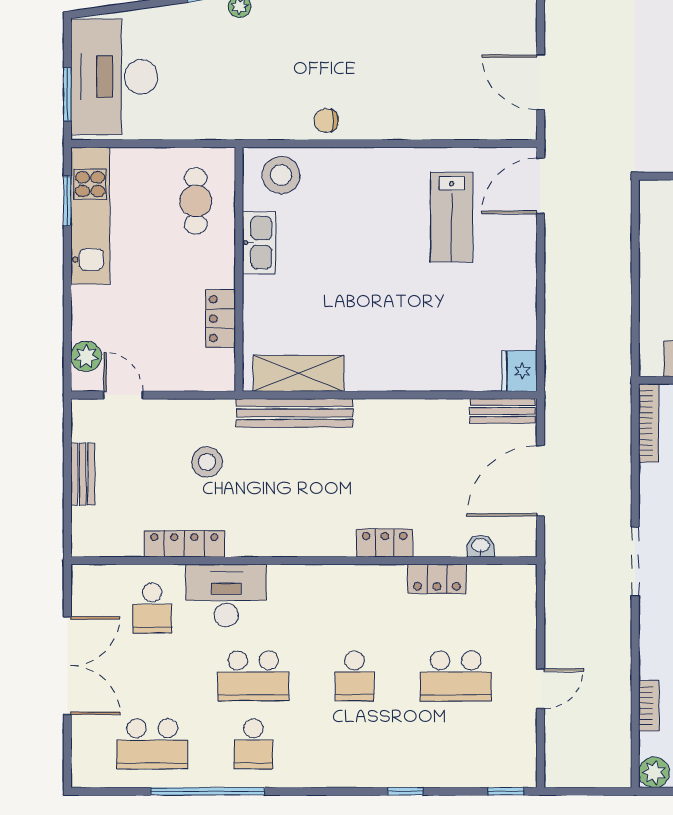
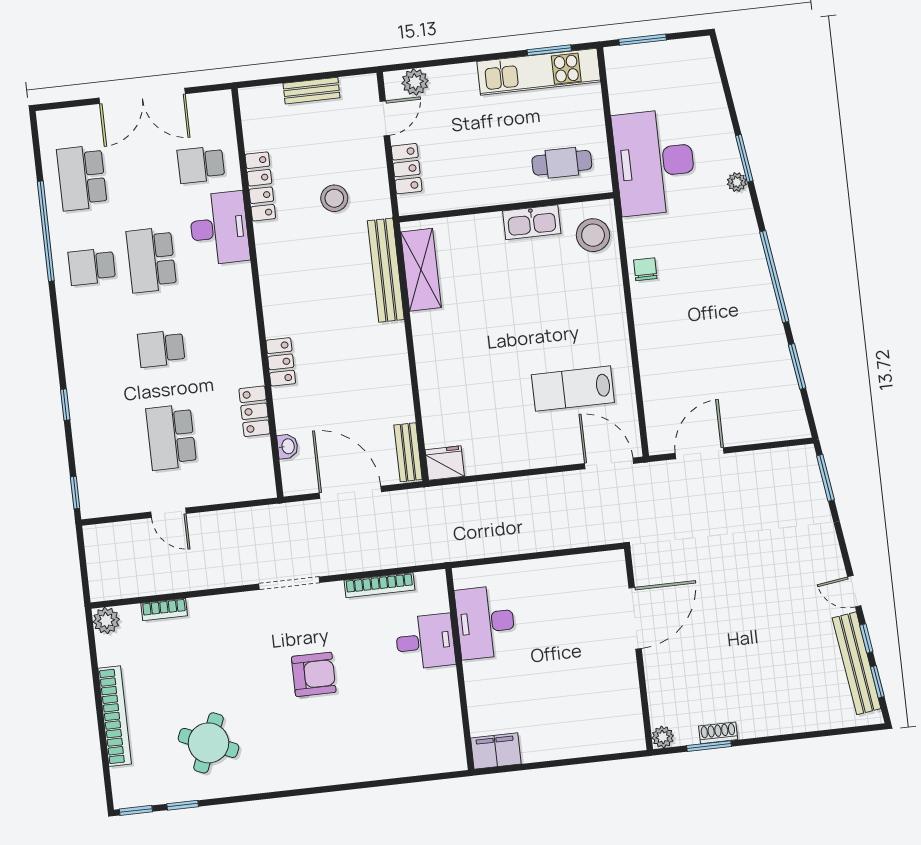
desk: (114, 77) -> (654, 162), moved, turned -90
locker: (221, 319) -> (407, 169), moved, turned 90
bookcase: (649, 423) -> (380, 585), moved

